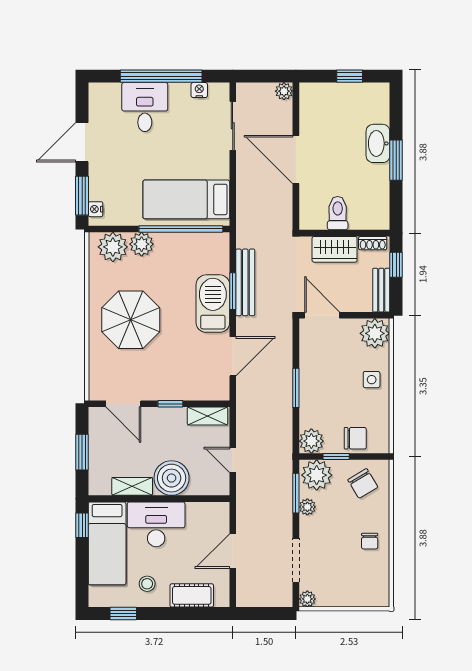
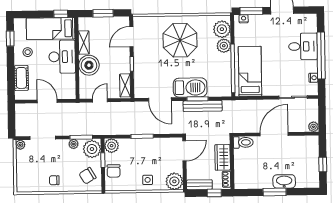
toilet: (338, 213) -> (243, 142), moved

